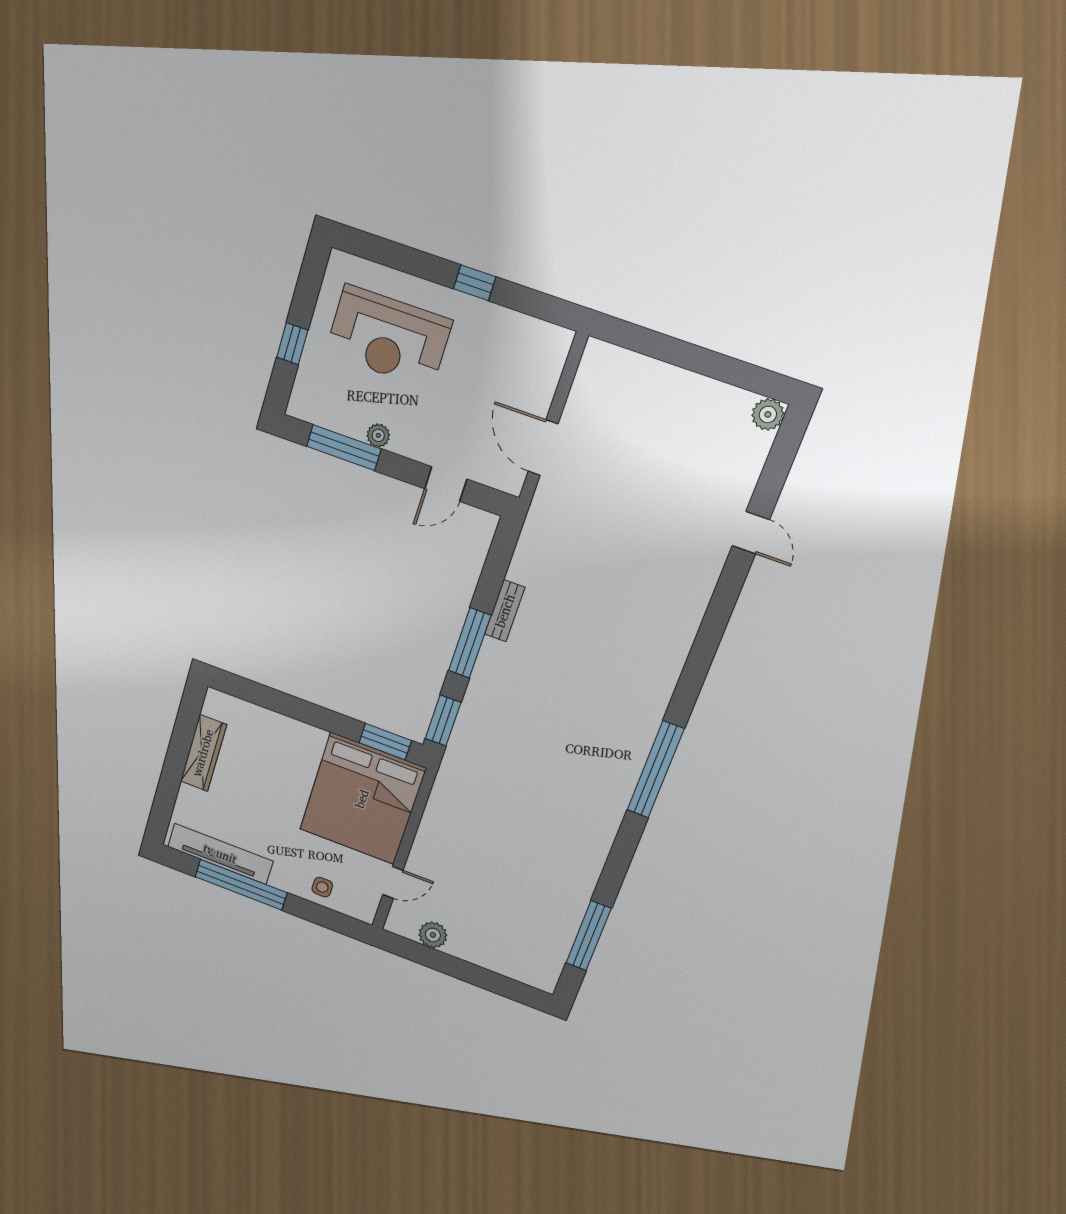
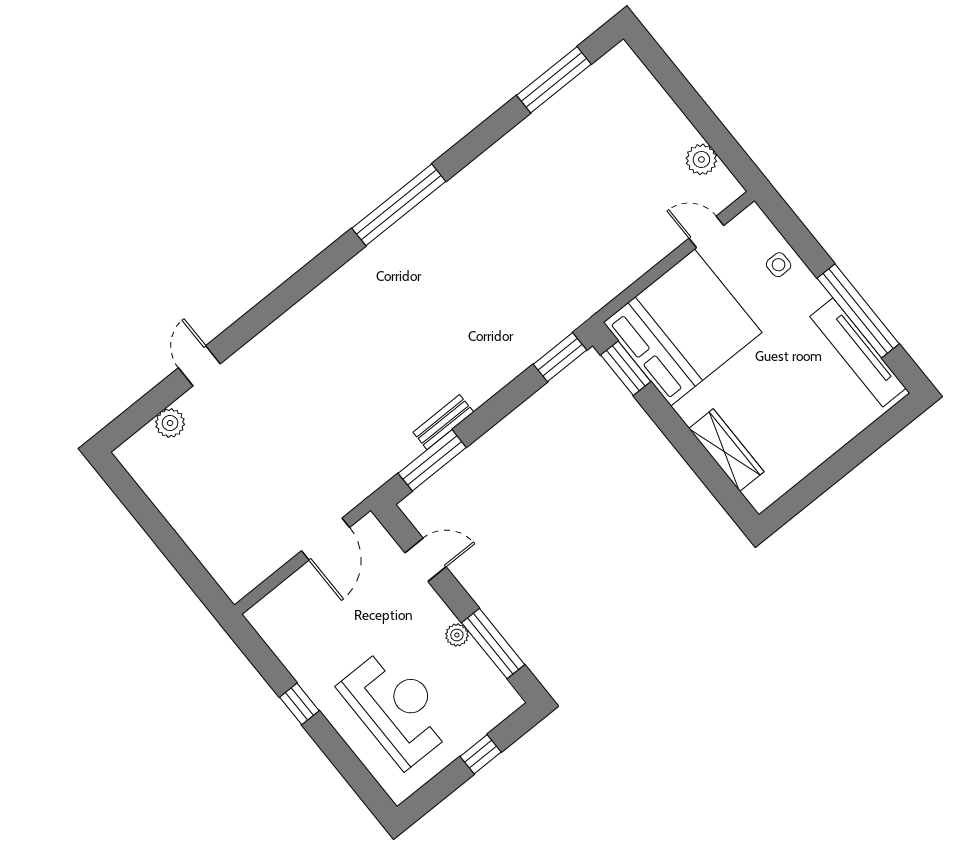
plant: (768, 414) -> (170, 423), moved
window: (470, 643) -> (432, 460), moved
wardrobe: (203, 753) -> (726, 450), moved, turned 90

